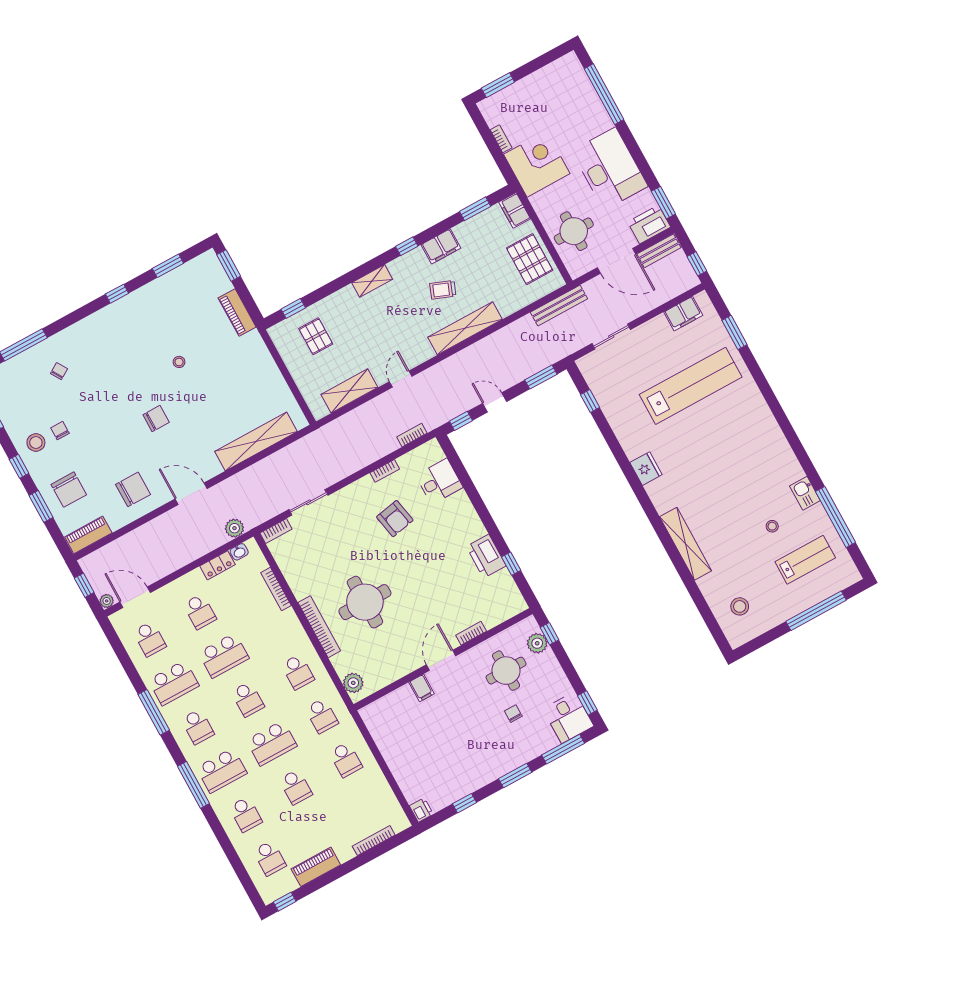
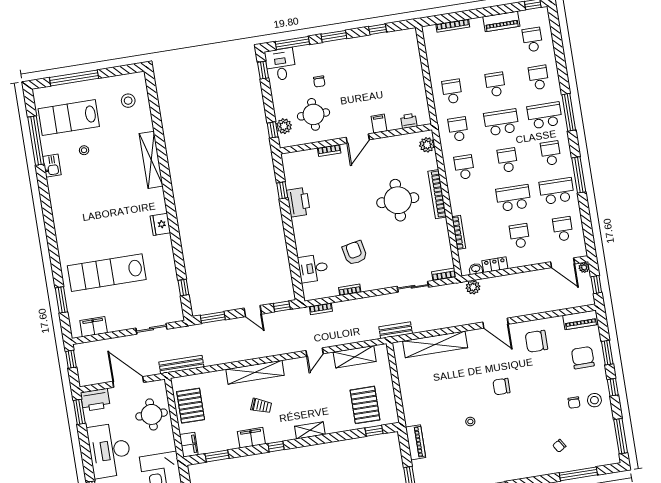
bench: (659, 251) -> (396, 330), moved
pallet: (316, 336) -> (365, 405), width x1.50, depth x1.42
lab bench: (805, 560) -> (69, 118), width x1.36, depth x1.39
printer: (421, 810) -> (409, 121), moved, turned 90

